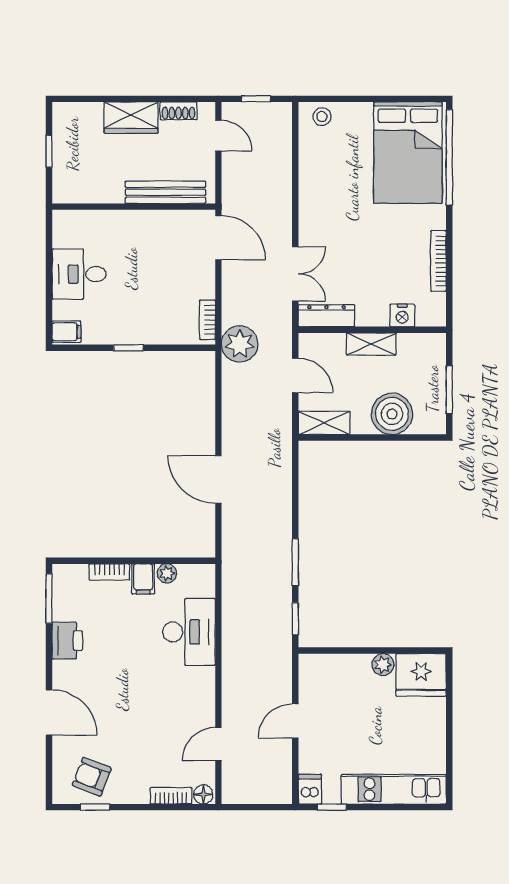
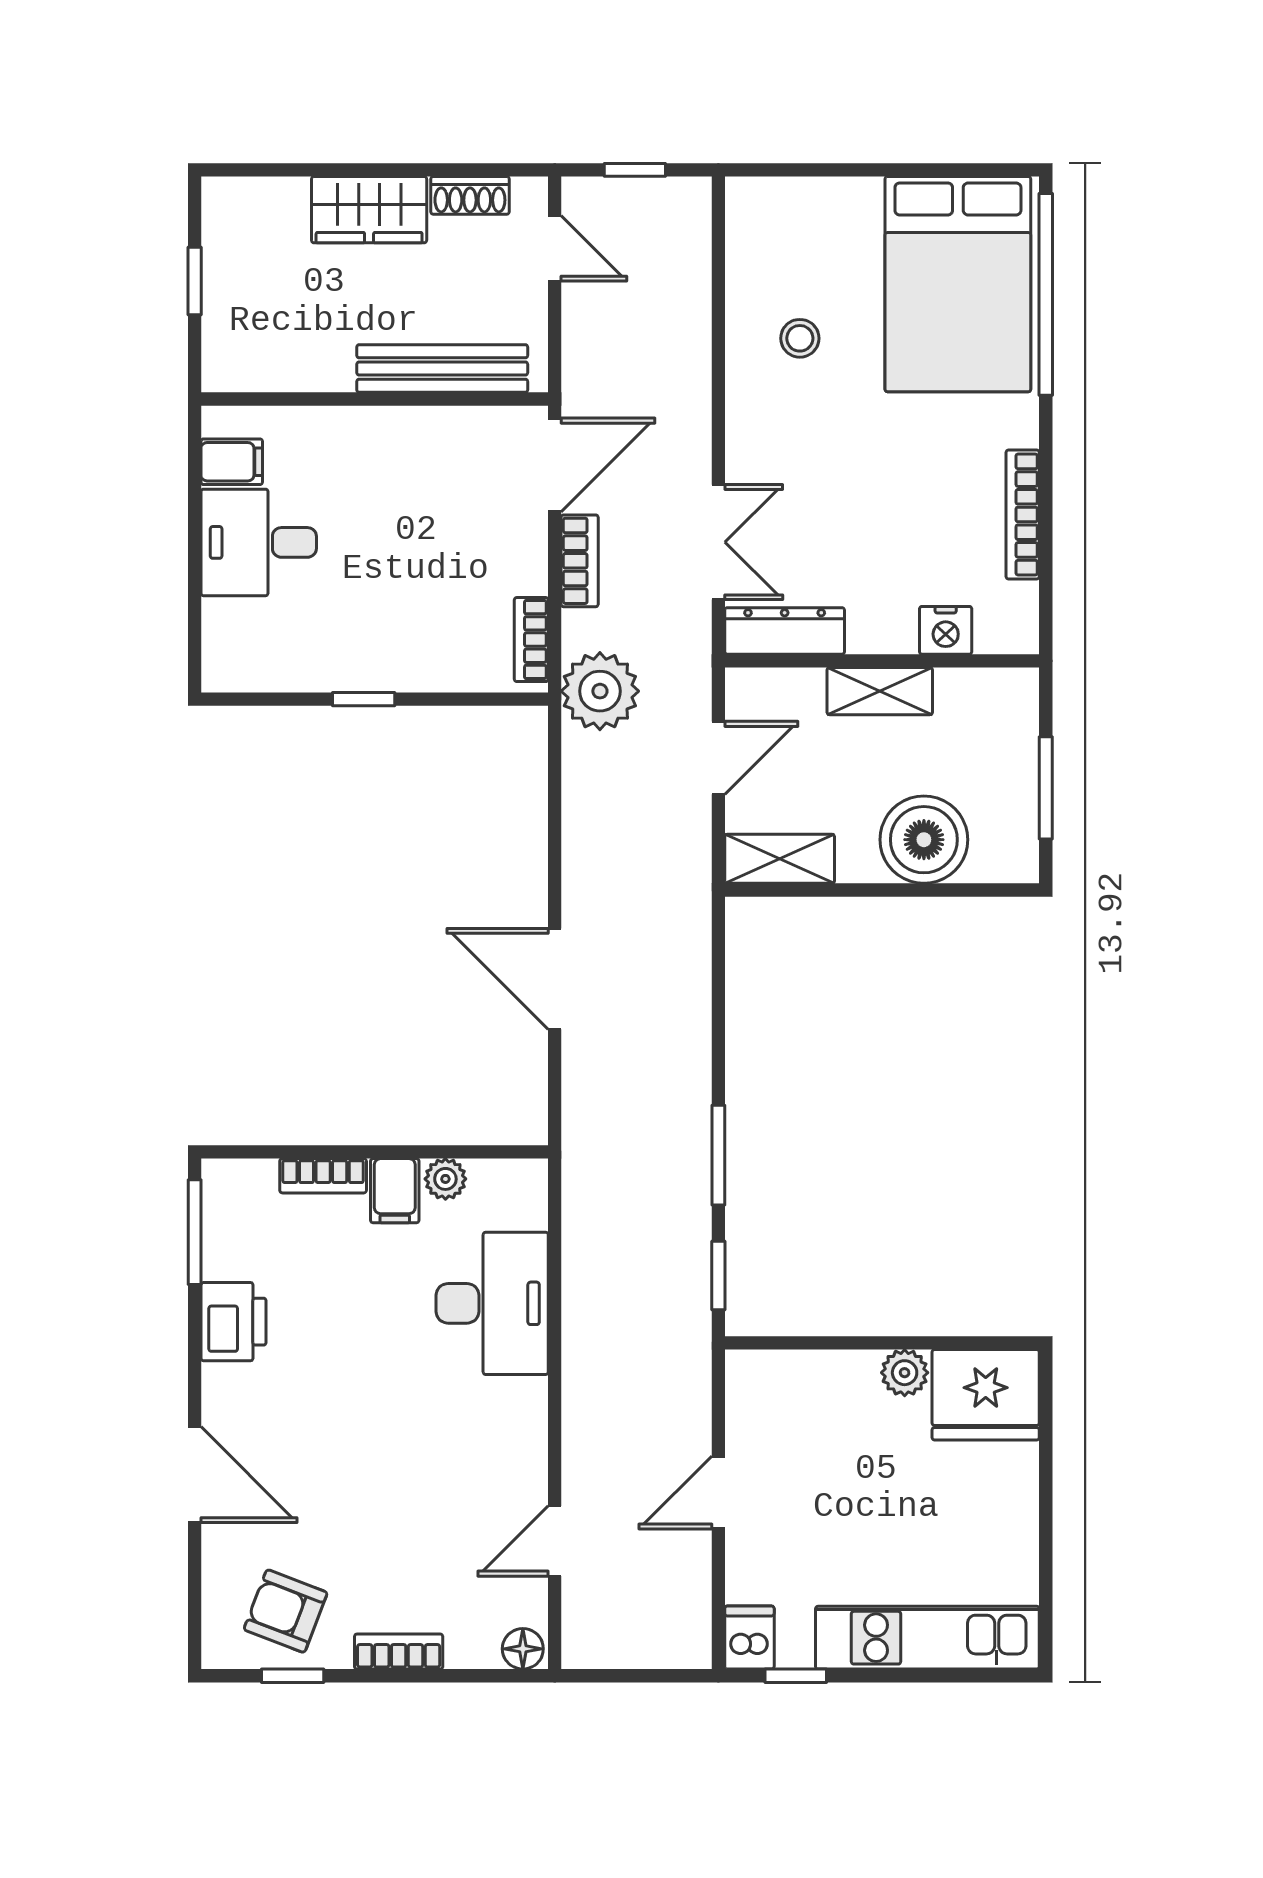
stool: (322, 117) -> (800, 338), moved
door: (218, 238) -> (555, 465), hinge flipped
bookcase: (230, 283) -> (580, 561), added
filing cabinet: (66, 332) -> (232, 462), moved
door: (295, 375) -> (718, 758), hinge flipped
bookcase: (171, 796) -> (399, 1652), moved

